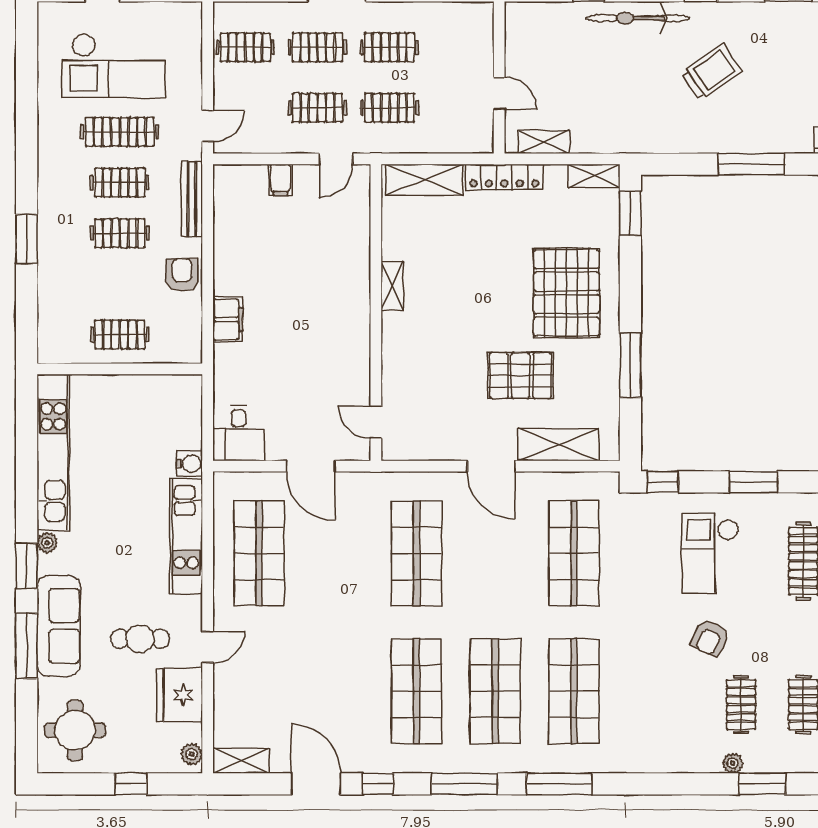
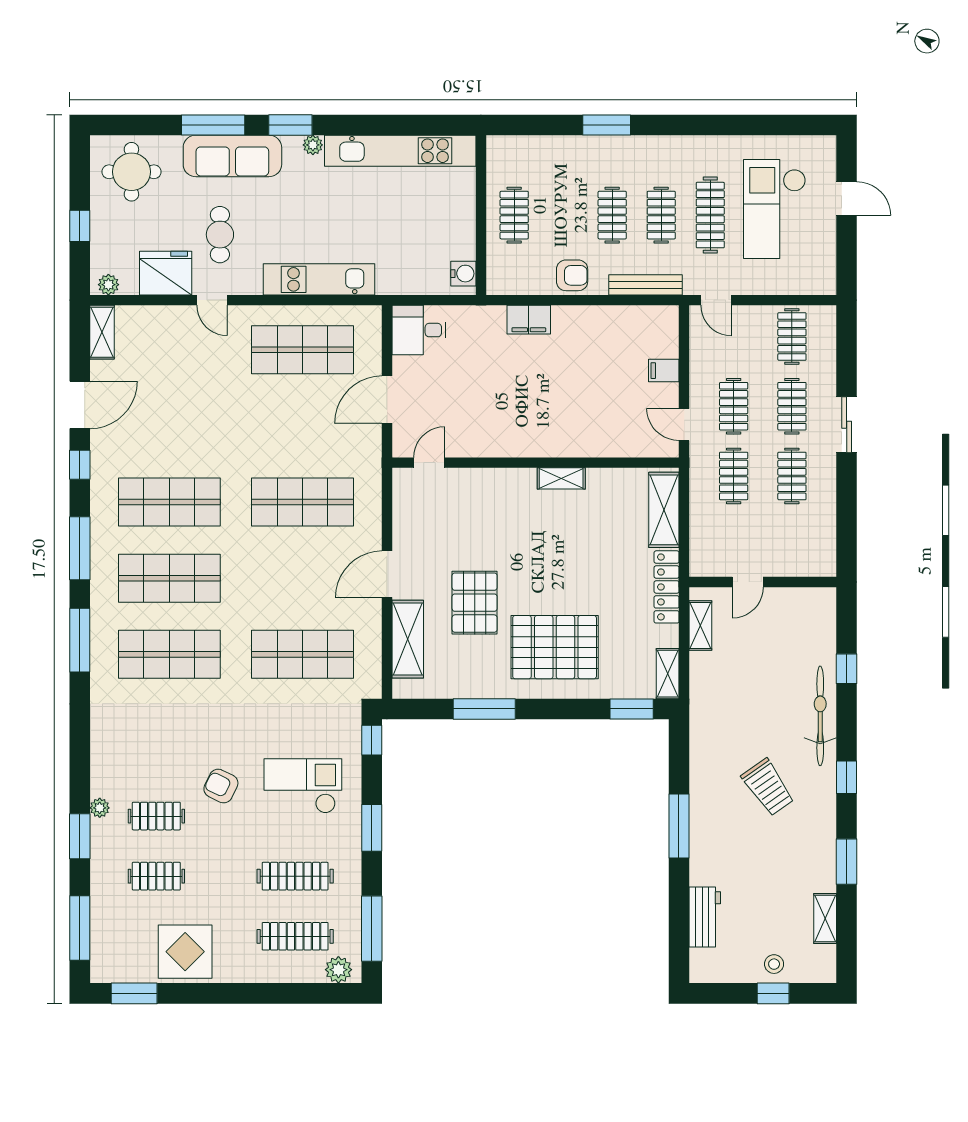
water cooler: (190, 464) -> (463, 274), moved, turned -90

